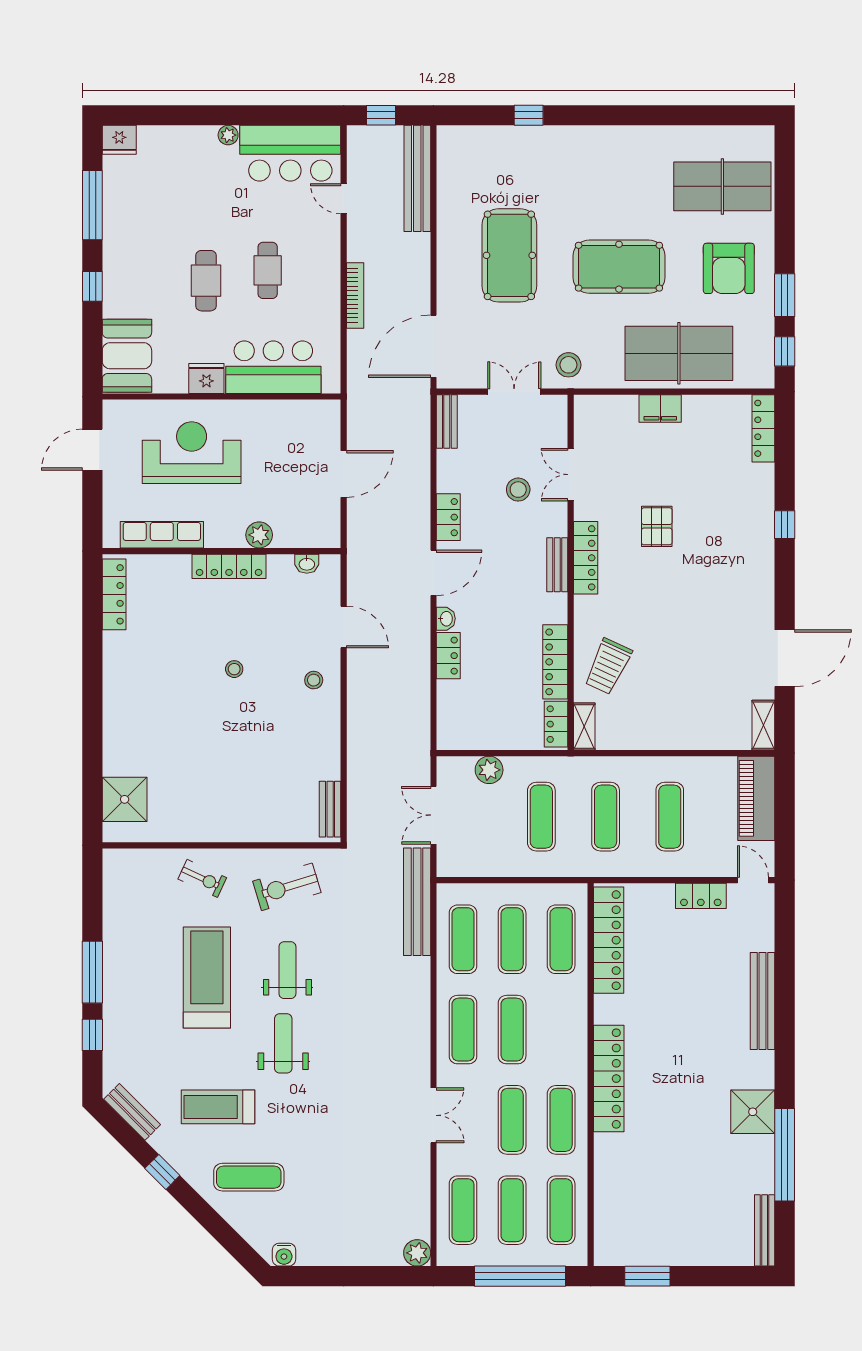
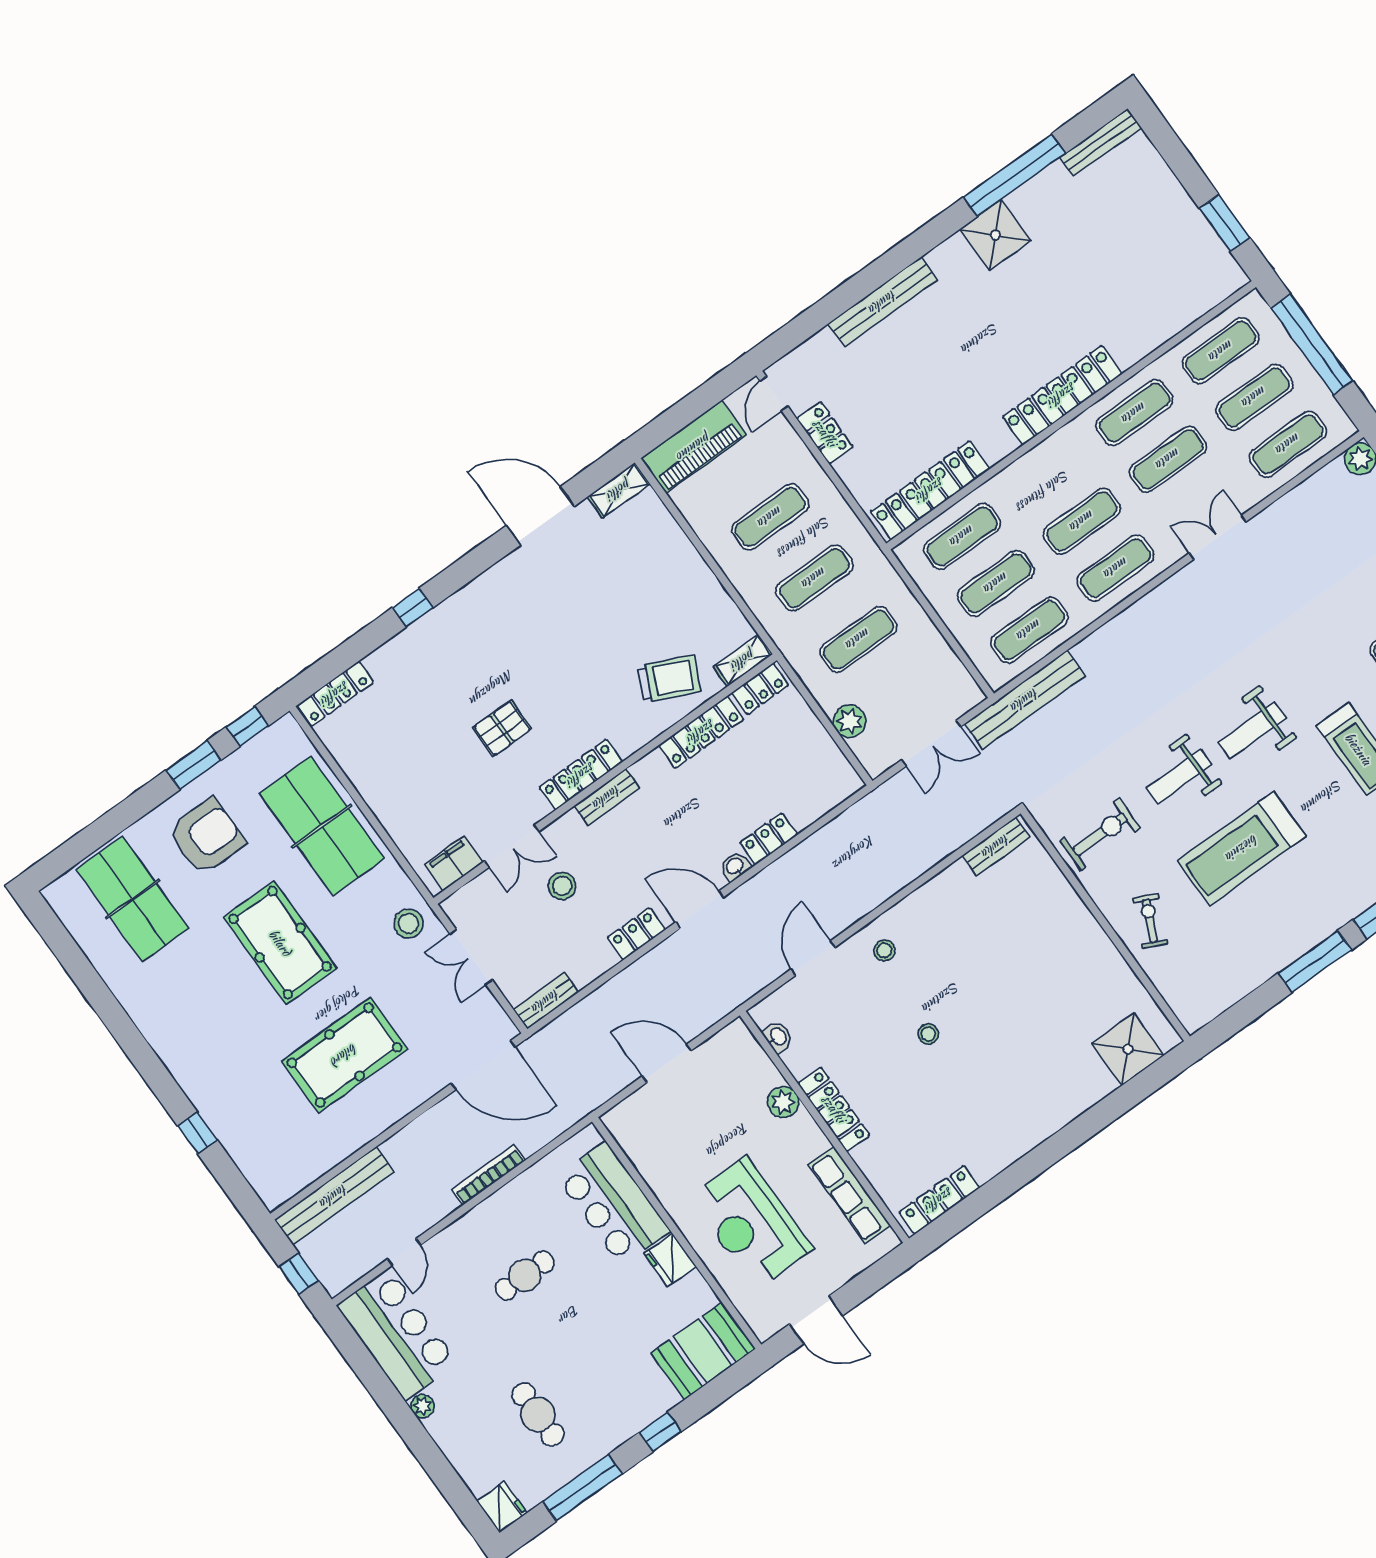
cafe table: (206, 281) -> (538, 1414), moved, turned 90
filing cabinet: (660, 408) -> (454, 863), moved, turned -90
exercise bike: (287, 887) -> (1100, 834), turned -73

